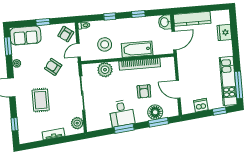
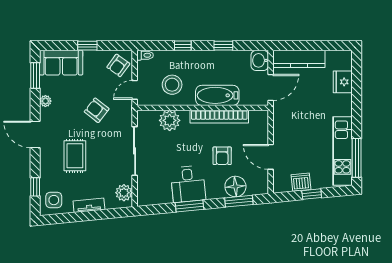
window: (219, 111) -> (312, 194), moved
side table: (28, 132) -> (54, 200), added

